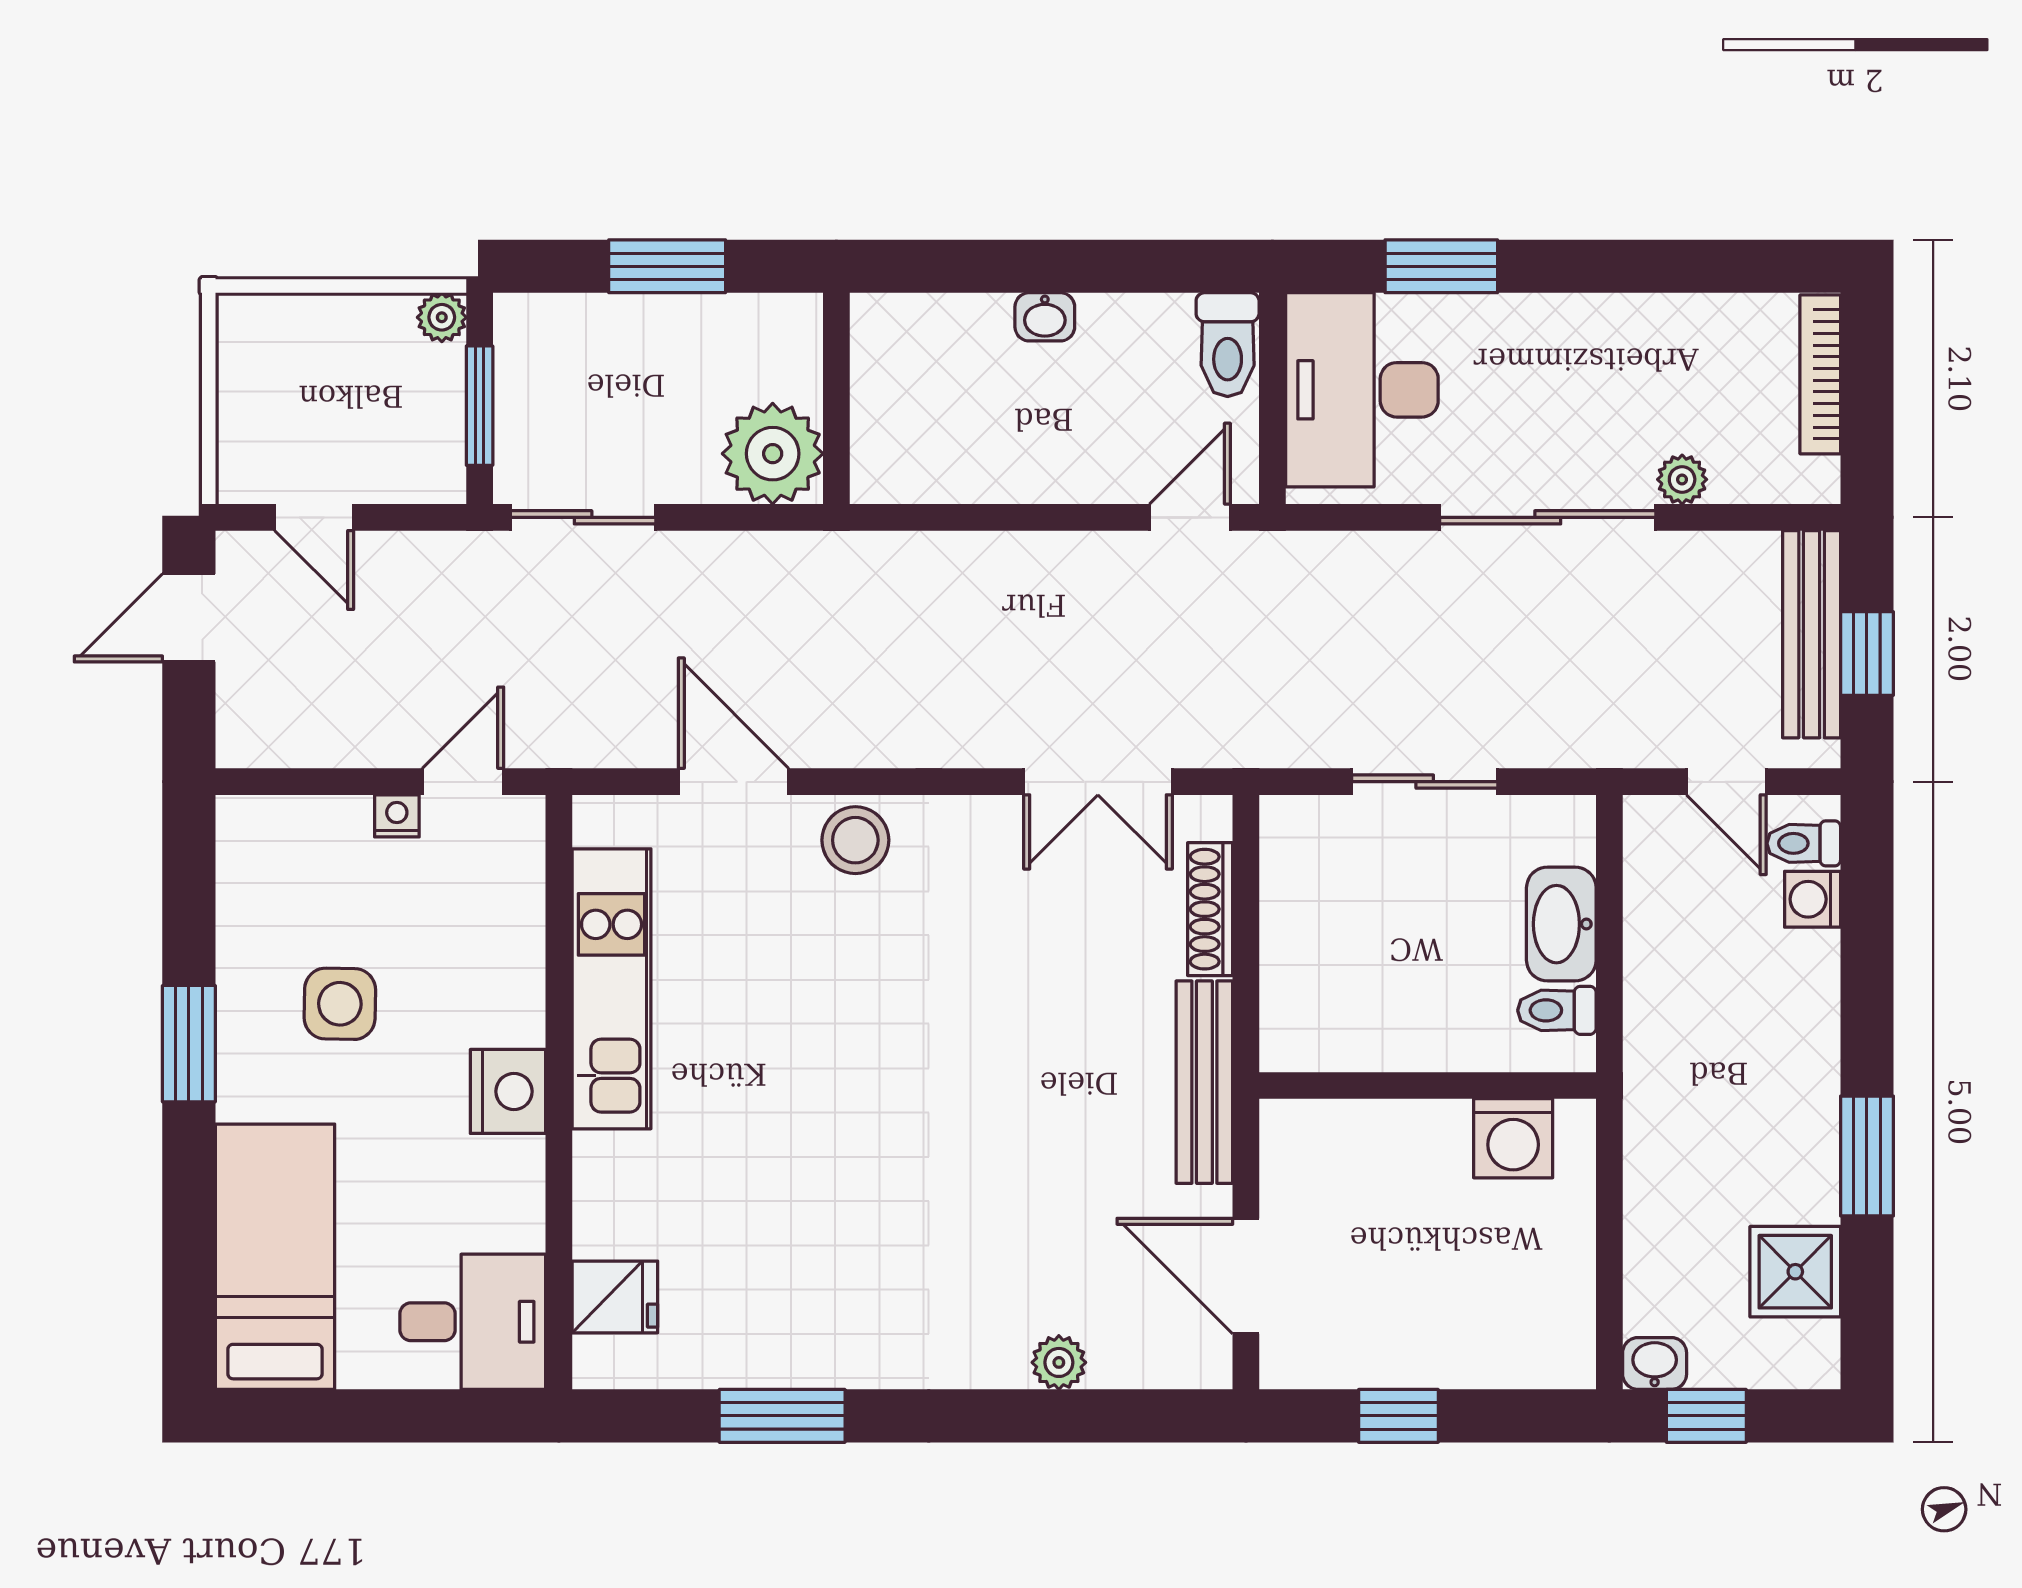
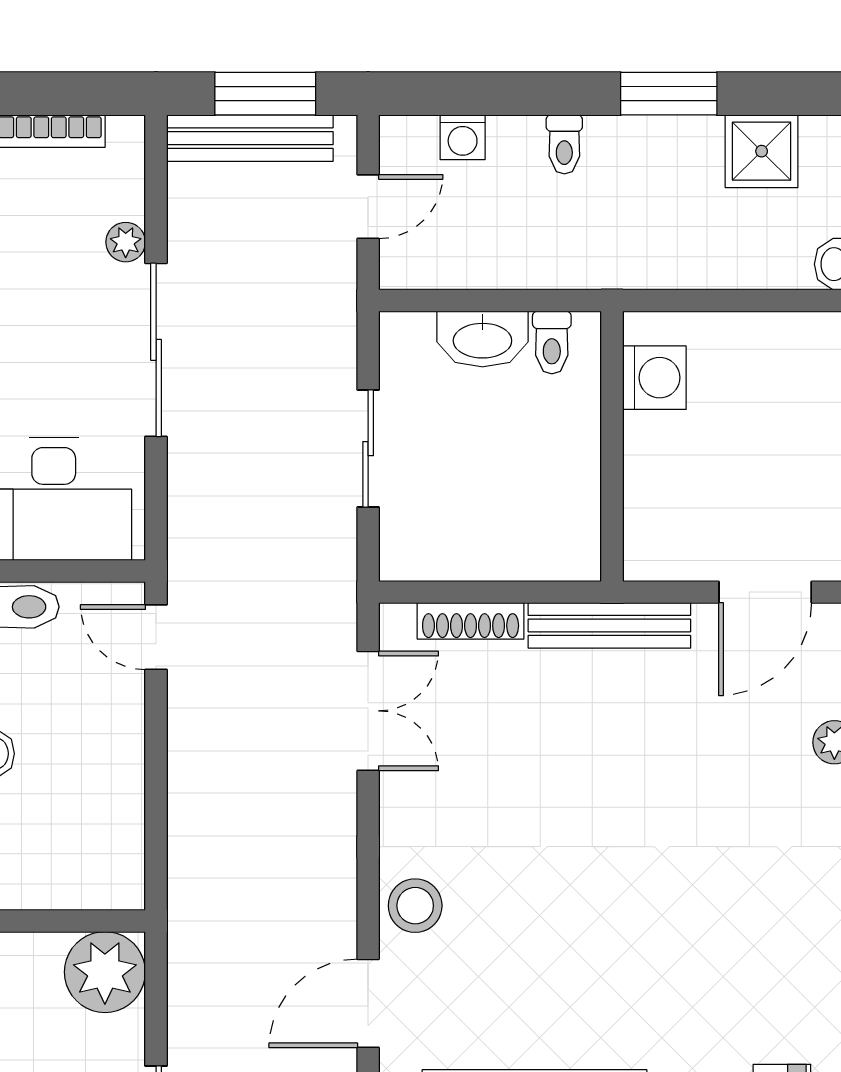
window: (1867, 653) -> (265, 94), width x1.50
toilet: (1804, 843) -> (564, 144), moved

